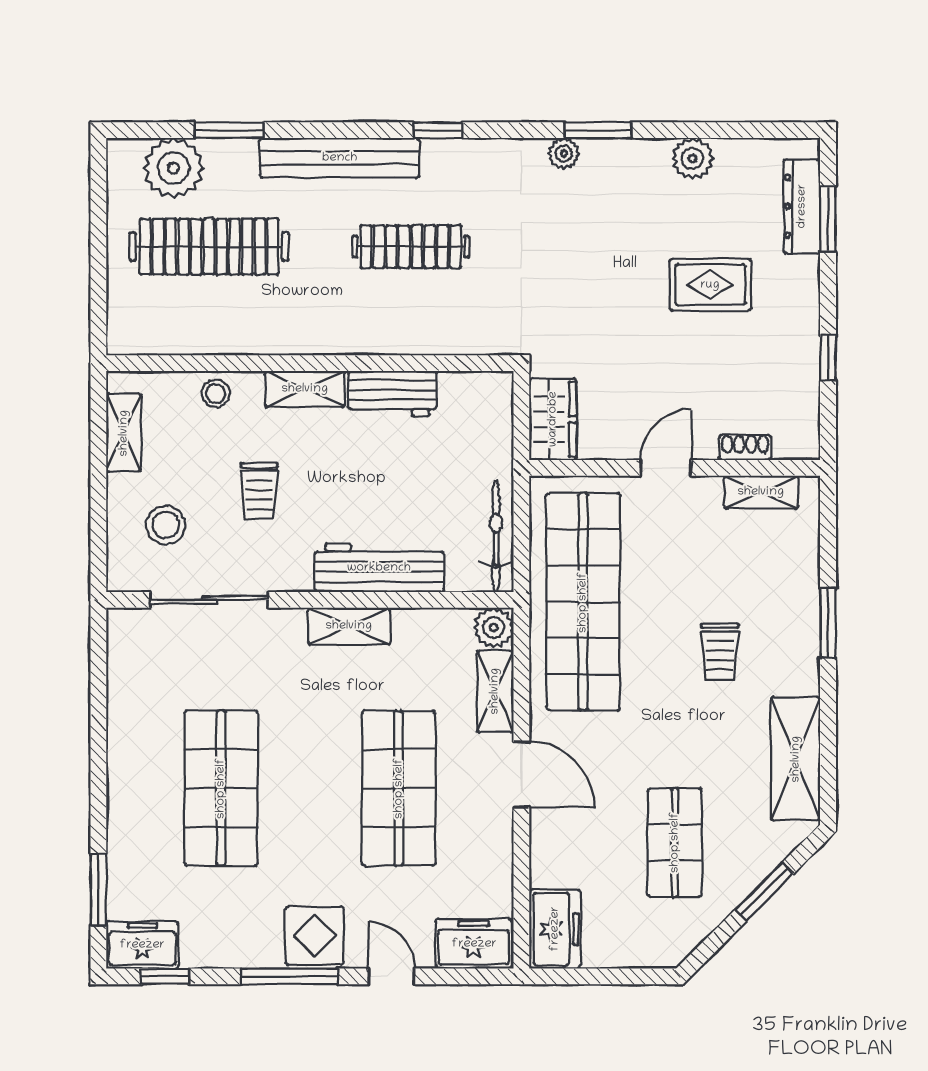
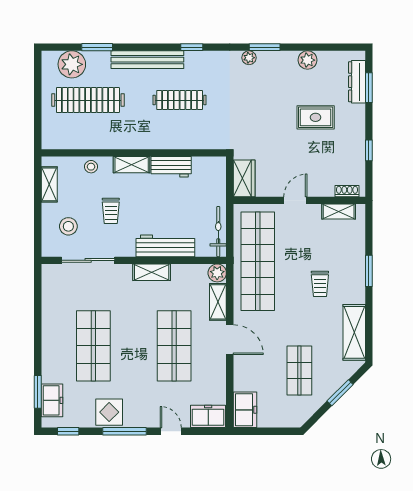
shoe rack: (745, 447) -> (347, 191), moved
display table: (315, 936) -> (109, 412), moved
freezer: (142, 945) -> (52, 400), moved, turned 90

